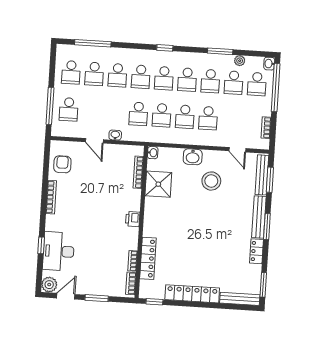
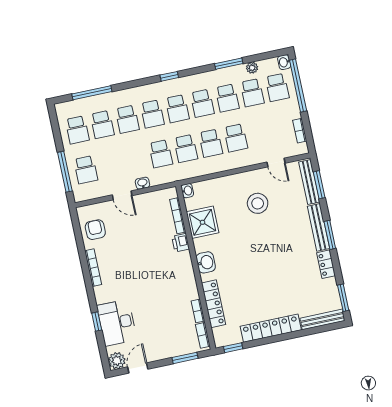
washbasin: (193, 157) -> (206, 262), moved, turned -90
printer: (133, 219) -> (181, 243), moved
window: (97, 298) -> (185, 358), moved

